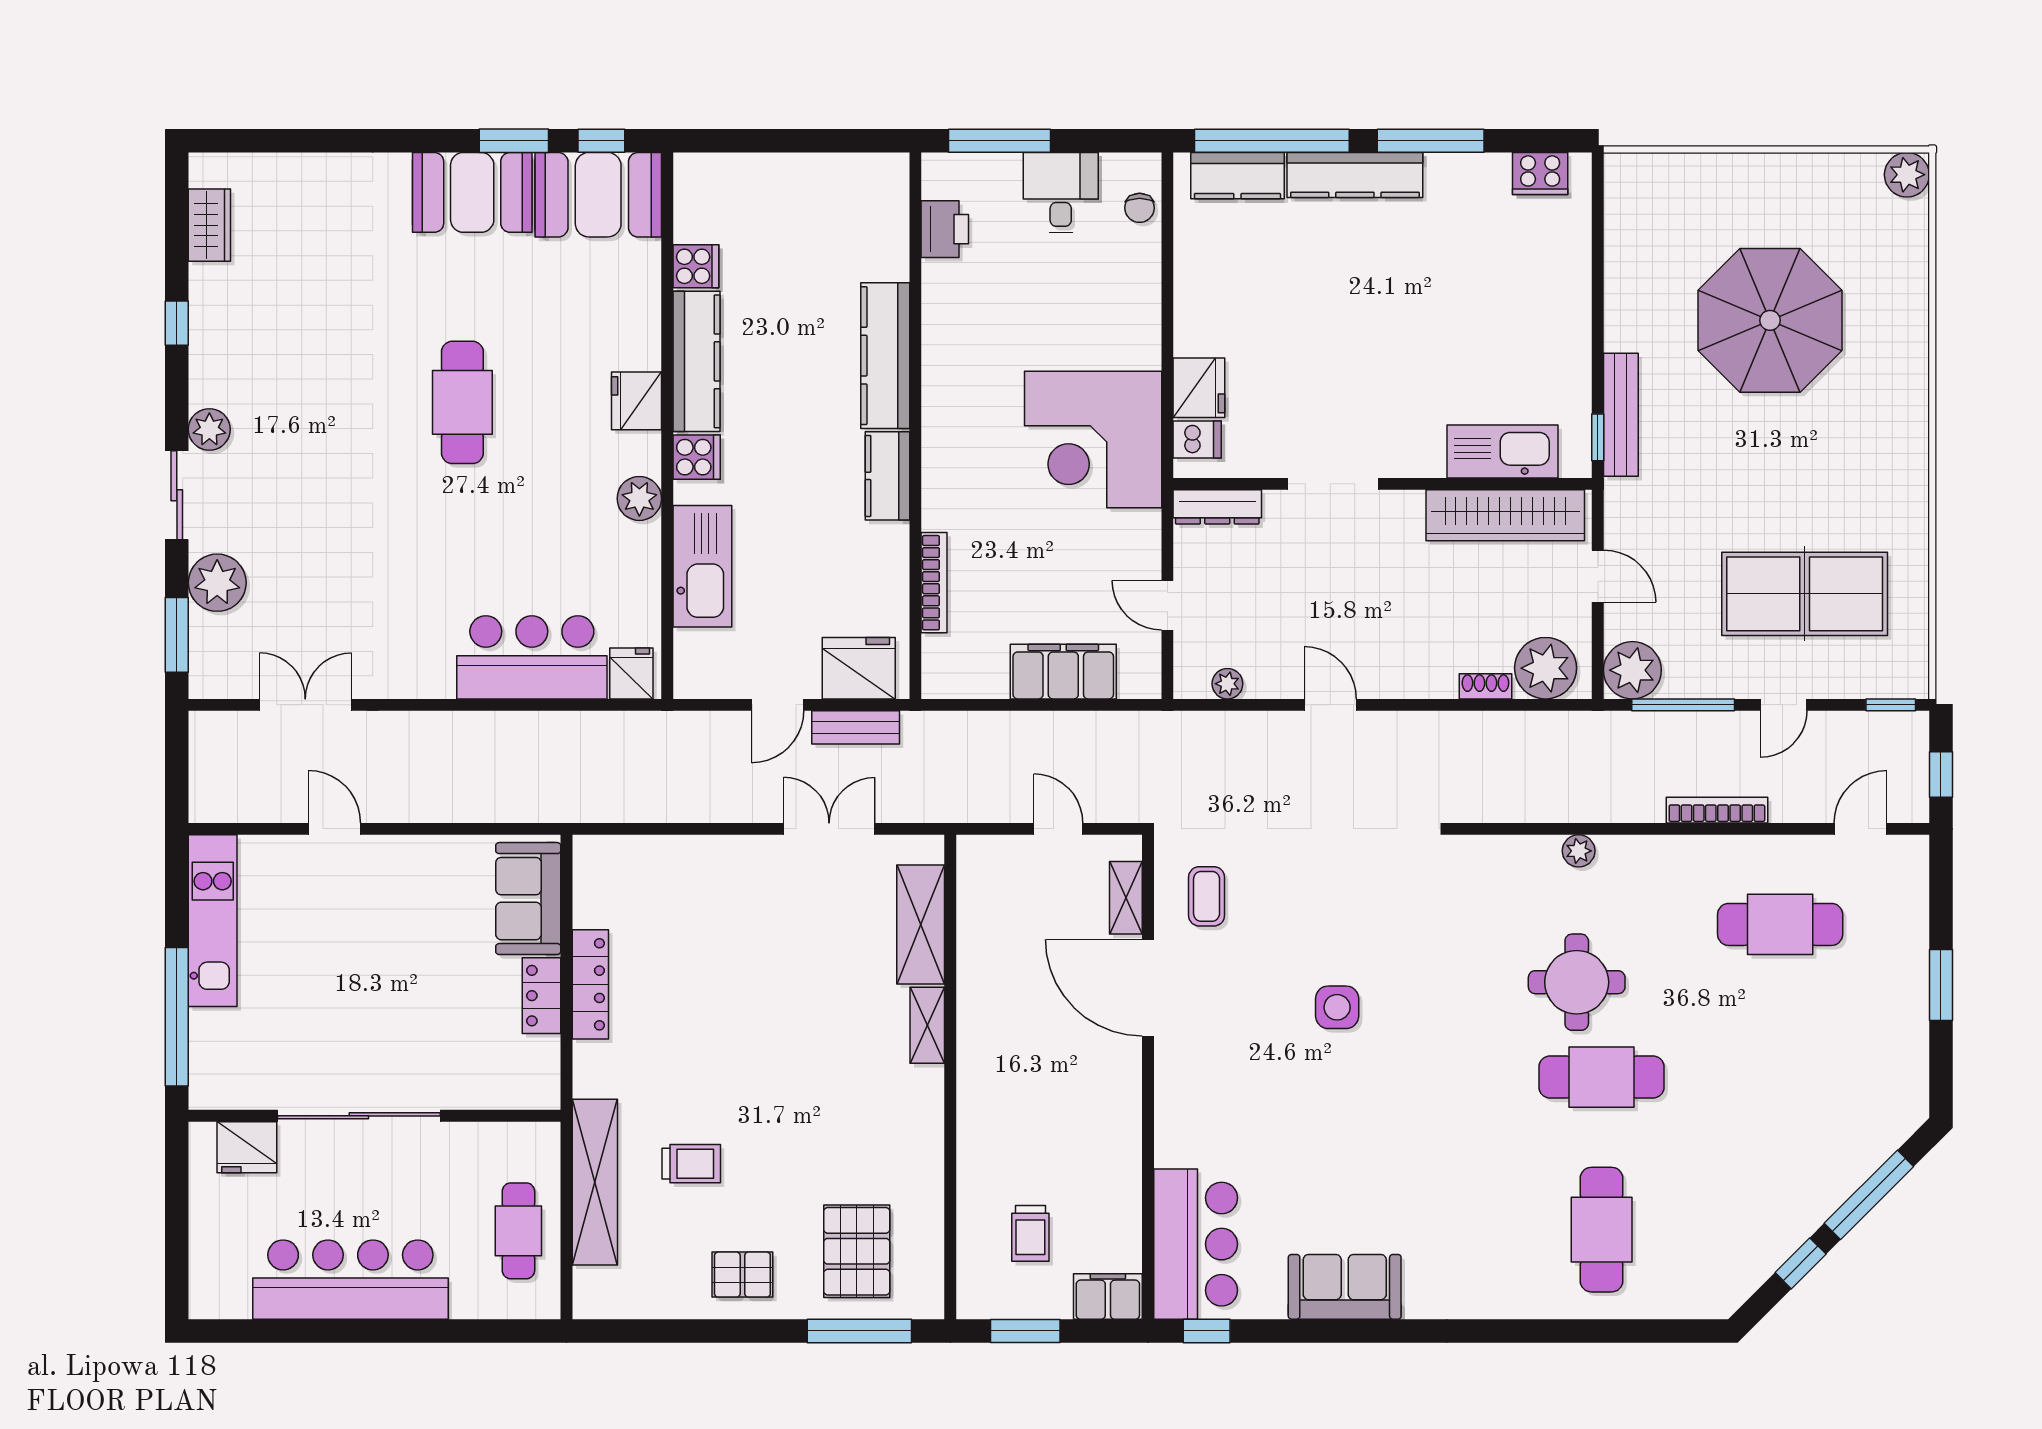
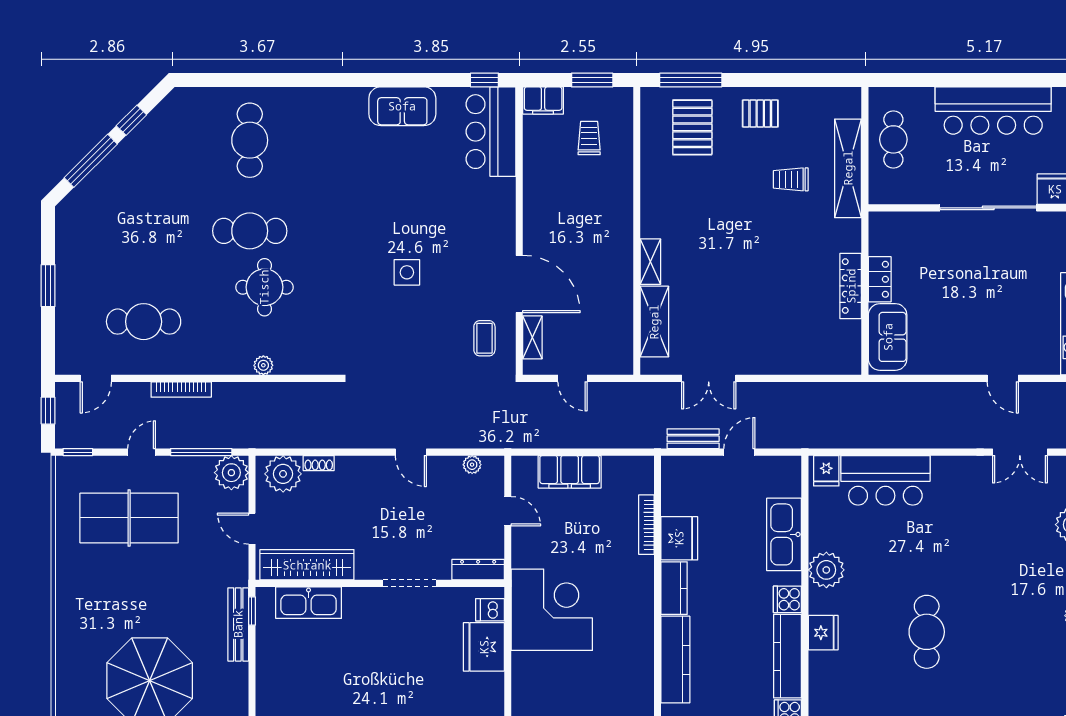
fridge: (1199, 388) -> (484, 647), width x1.36, depth x1.34
plant: (639, 498) -> (826, 570), width x1.36, depth x1.36
fridge: (859, 668) -> (679, 538), moved, turned -90

